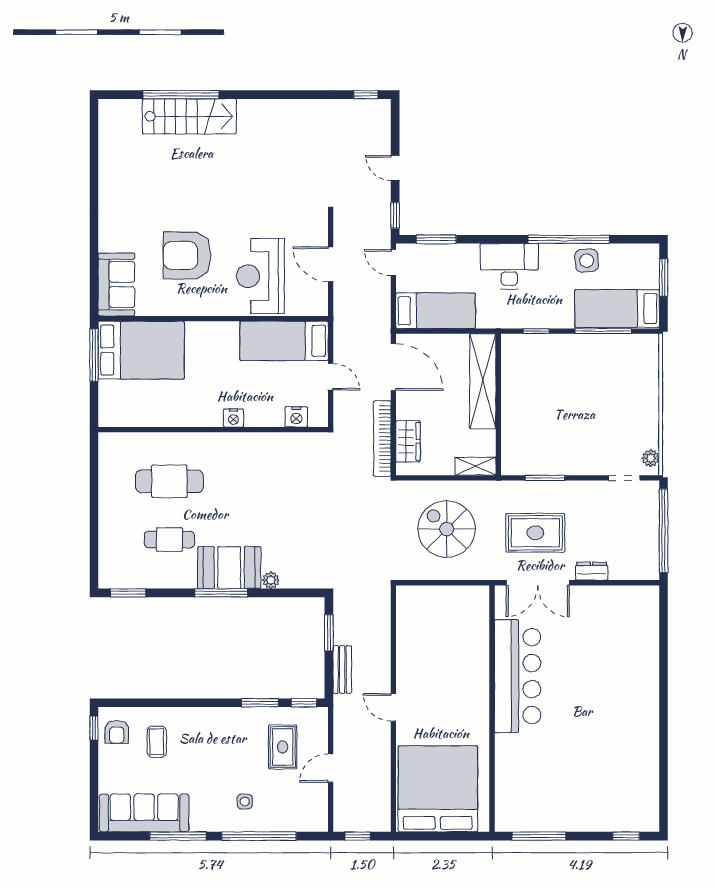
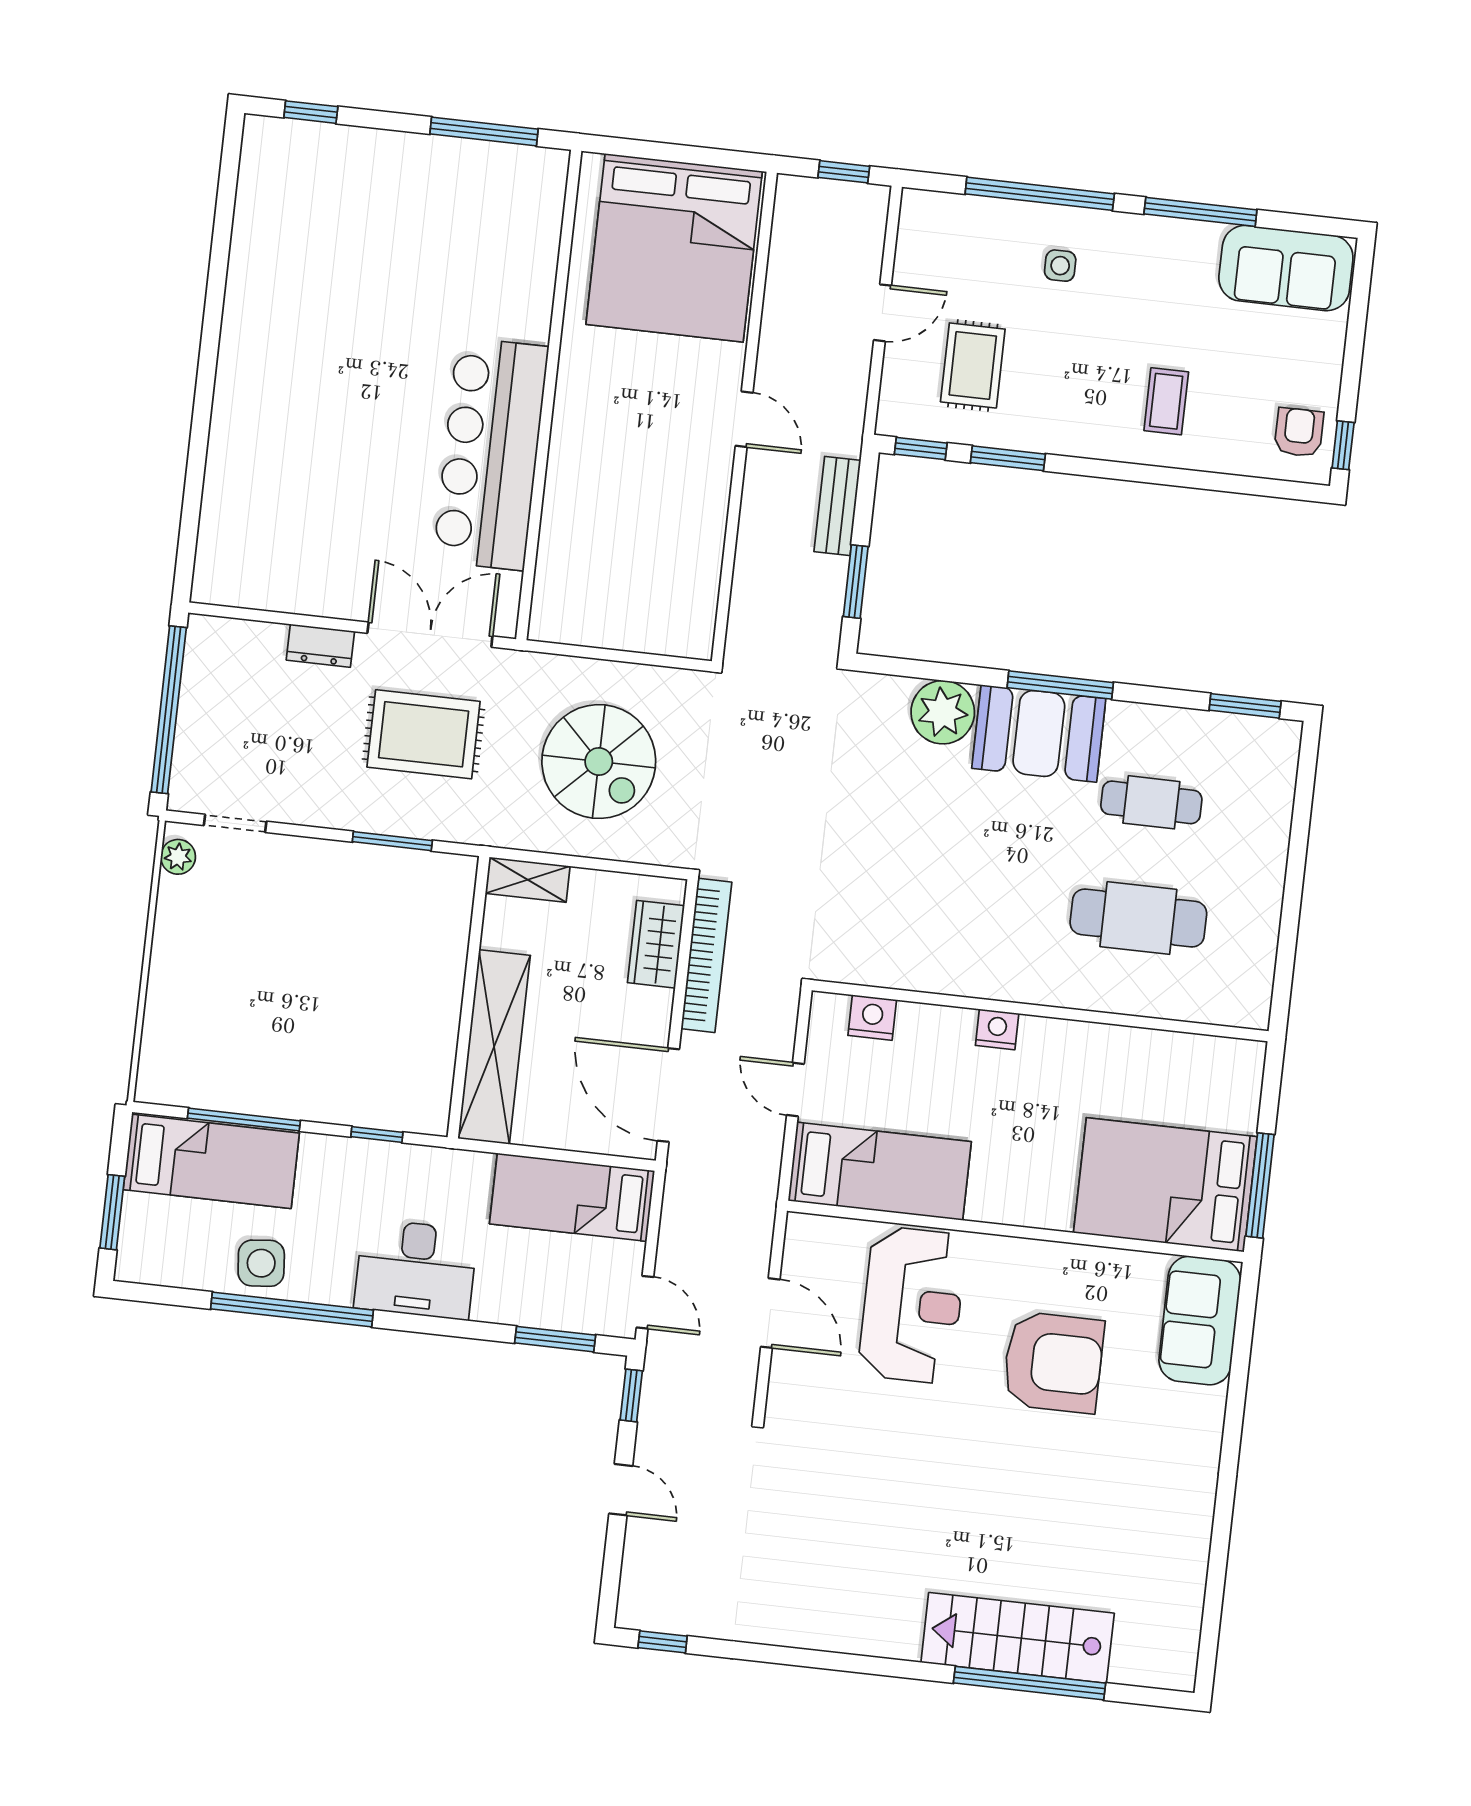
plant: (271, 580) -> (943, 712), width x1.88, depth x1.88
coffee table: (157, 742) -> (1166, 401), moved
sofa: (144, 813) -> (1286, 268), width x0.73

